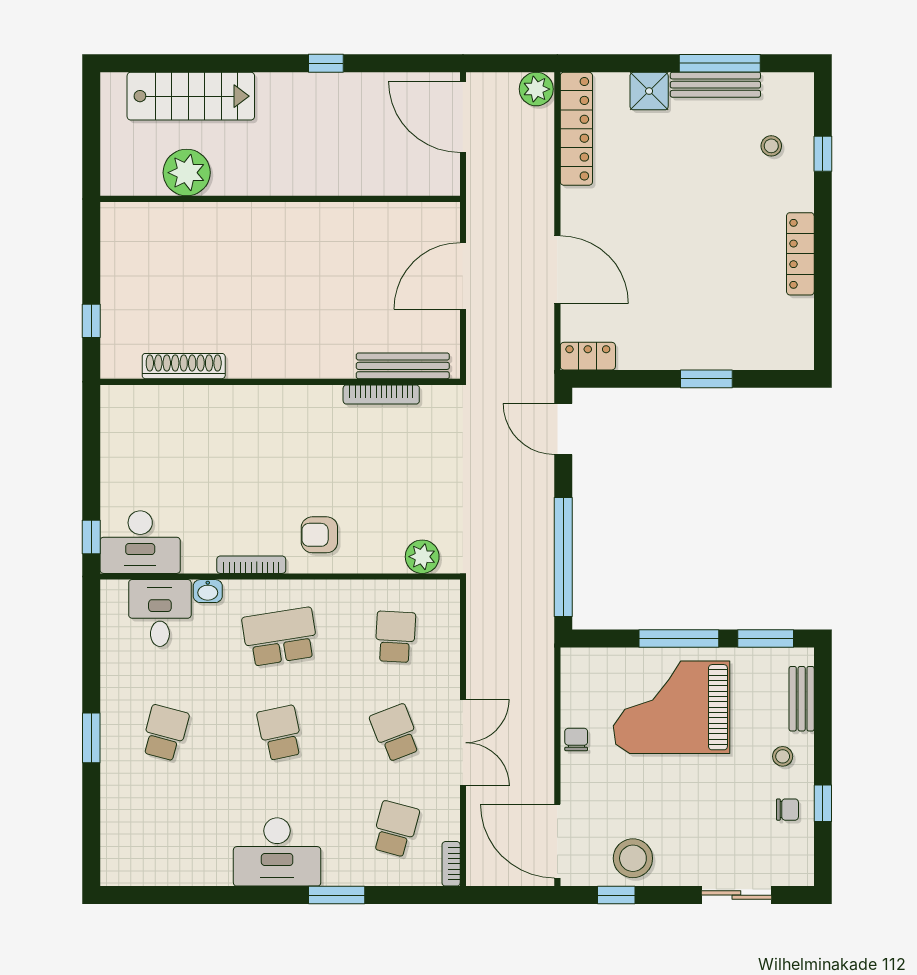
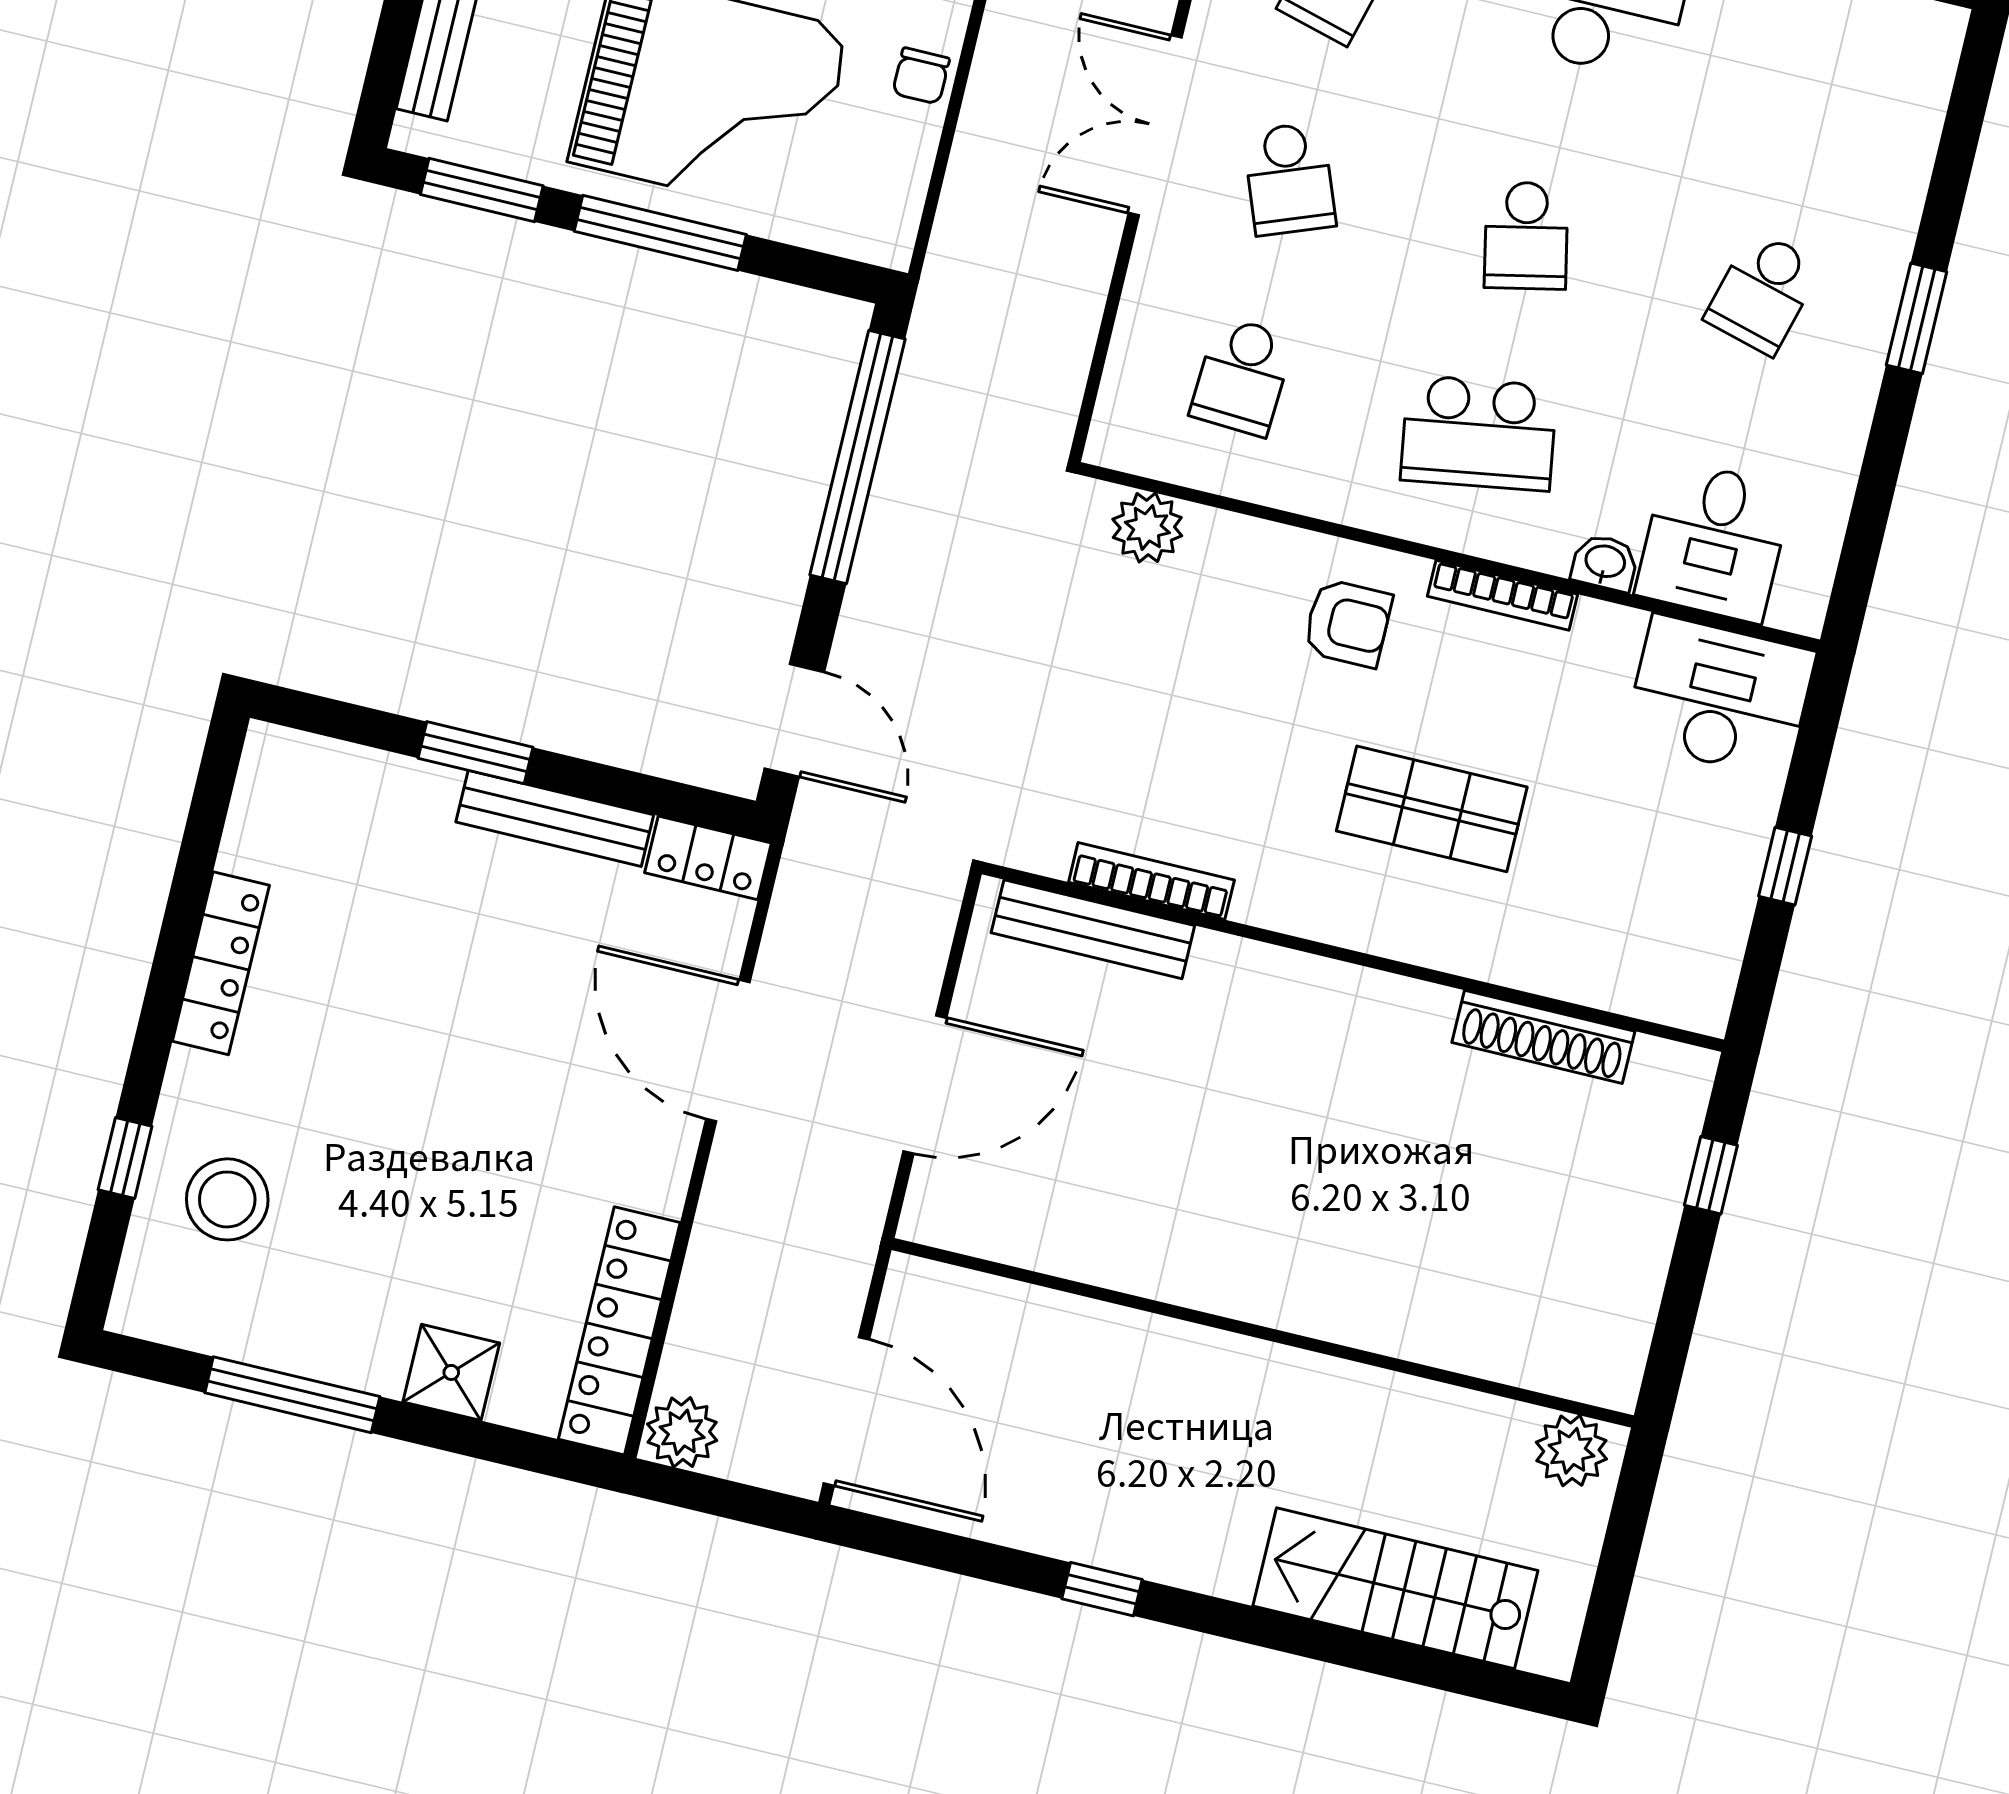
bench: (715, 85) -> (555, 818), moved
stool: (771, 146) -> (227, 1199), width x1.89, depth x1.89
plant: (187, 173) -> (1571, 1451), moved, width x0.73, depth x0.73
shop shelf: (260, 459) -> (1432, 809), added
window: (91, 537) -> (1785, 866), moved

